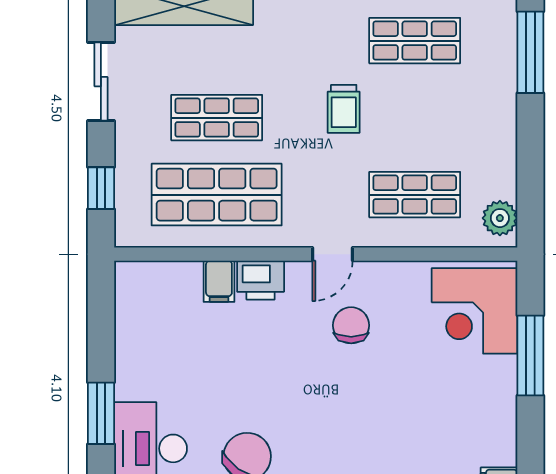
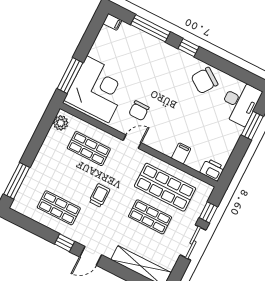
sliding door: (101, 82) -> (193, 243), moved
printer: (261, 280) -> (212, 170), moved
corner desk: (475, 311) -> (98, 89), width x1.36, depth x1.36
window: (530, 355) -> (70, 76), moved

